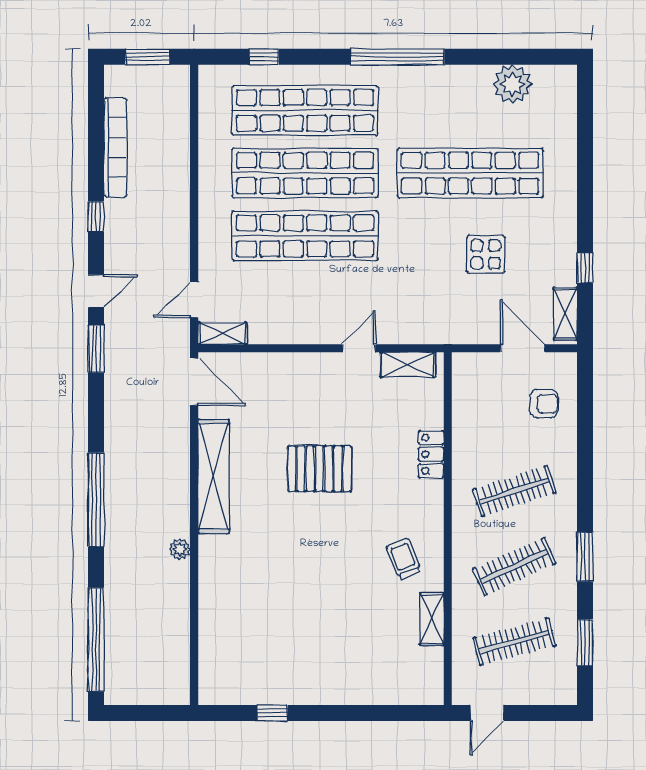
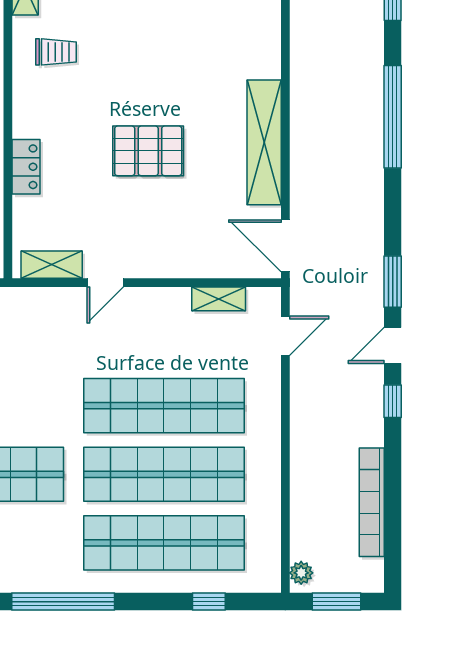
window: (96, 217) -> (393, 401), moved
shelving: (222, 333) -> (219, 299), moved
plant: (180, 549) -> (301, 573), moved
trolley: (404, 559) -> (56, 52), turned -68

